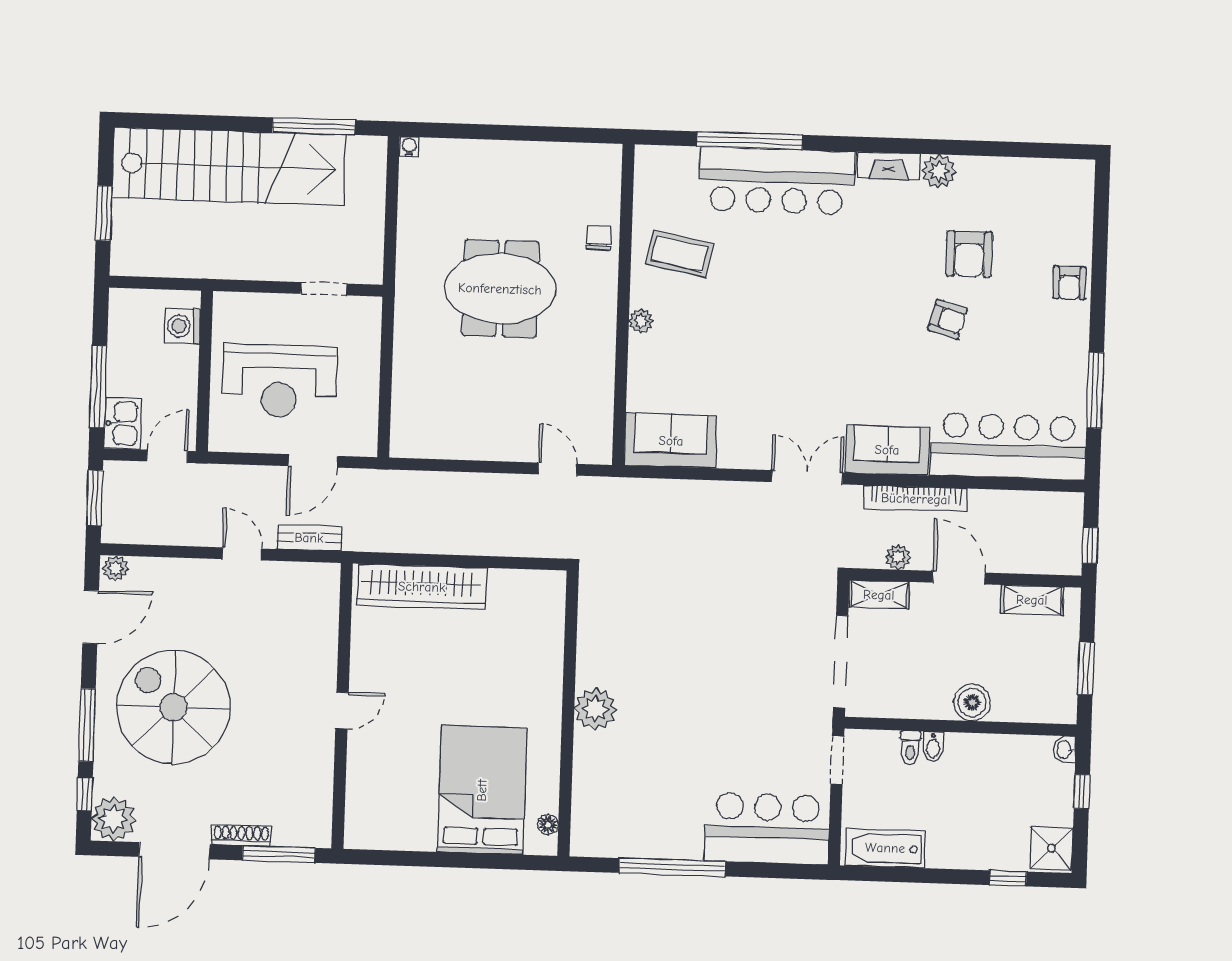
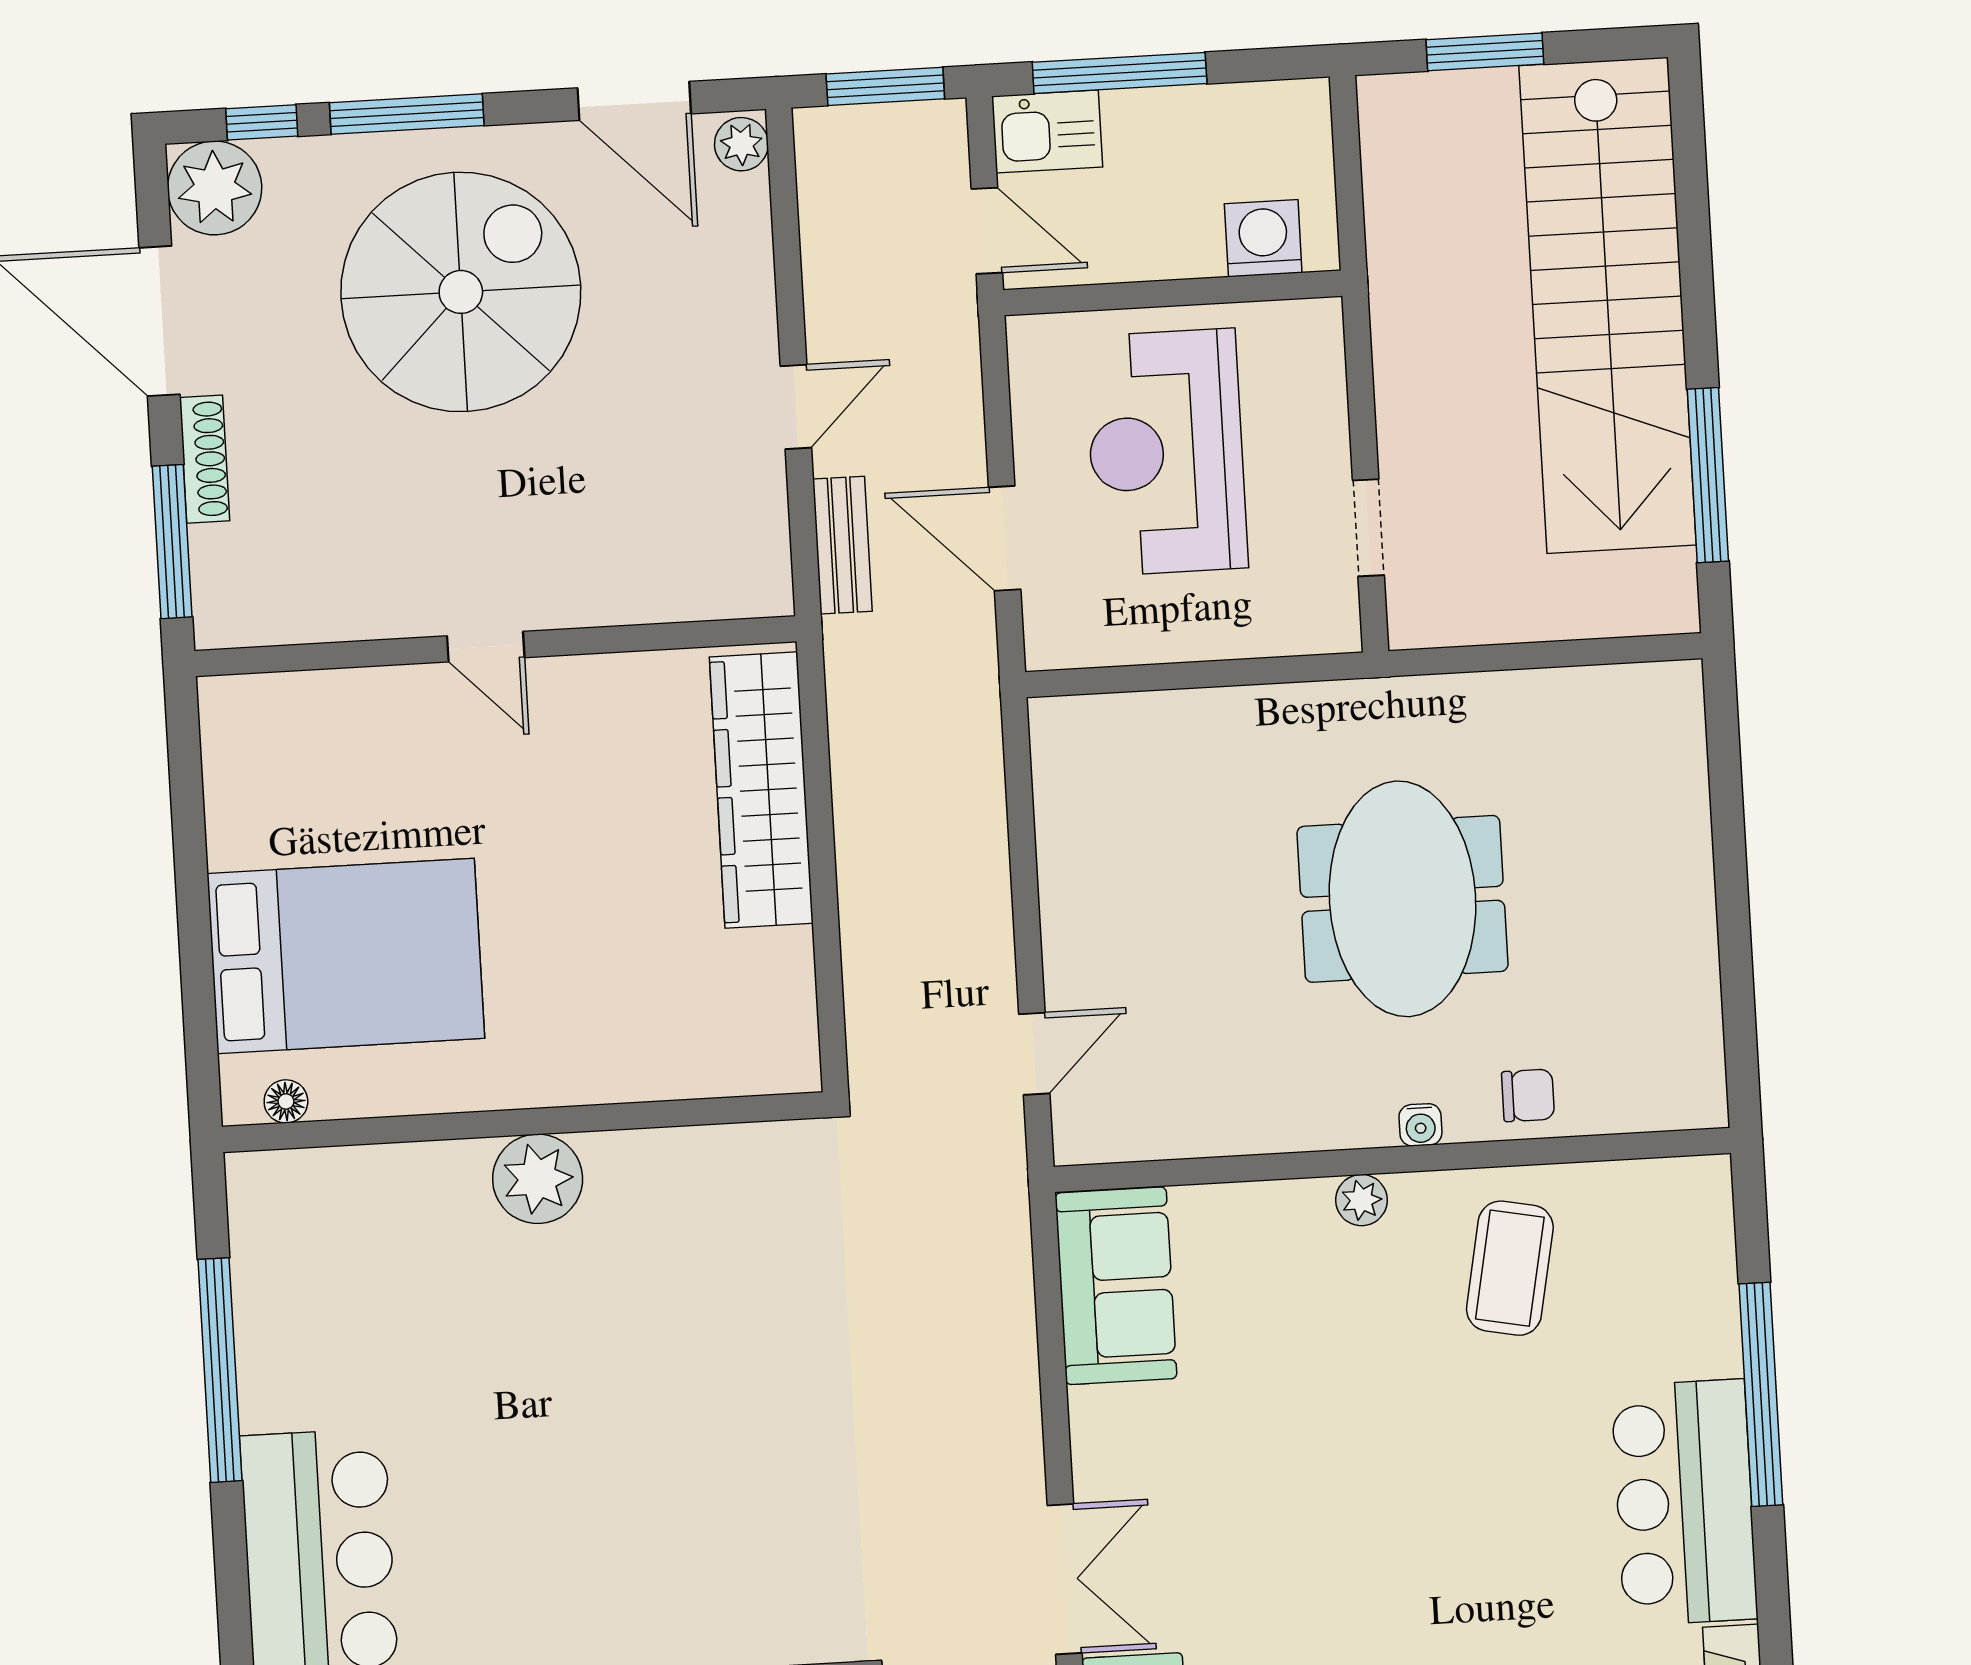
water cooler: (409, 147) -> (1420, 1125), moved, turned 90
bar counter: (777, 181) -> (1684, 1502), width x0.73

